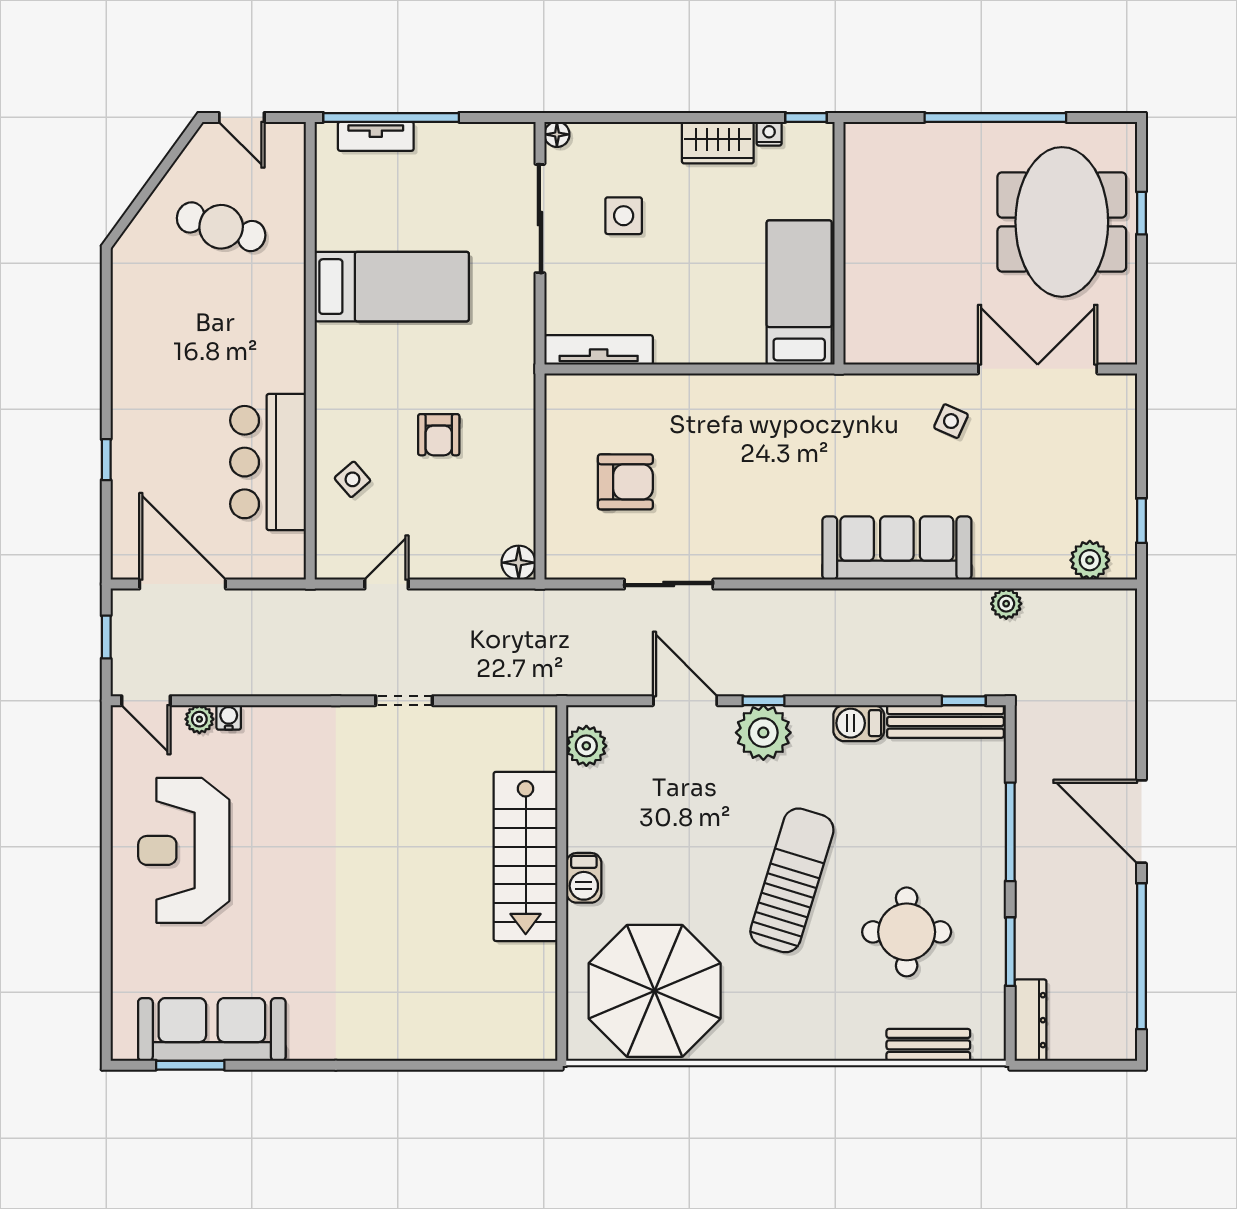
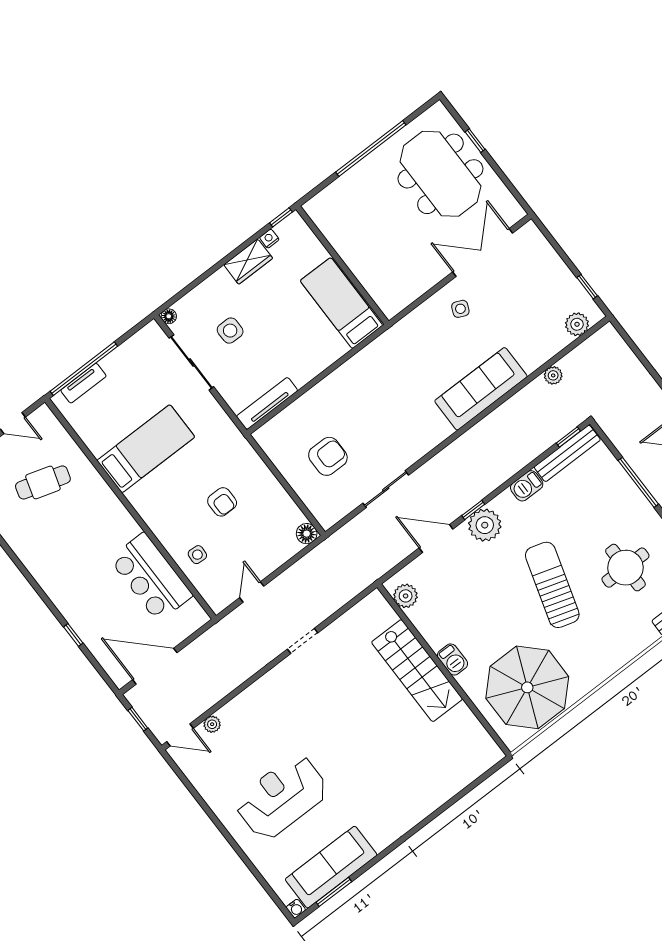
side table: (352, 479) -> (197, 555), turned 45
water cooler: (229, 717) -> (296, 909), moved, turned 180
reception desk: (184, 850) -> (282, 797), moved, turned 90

